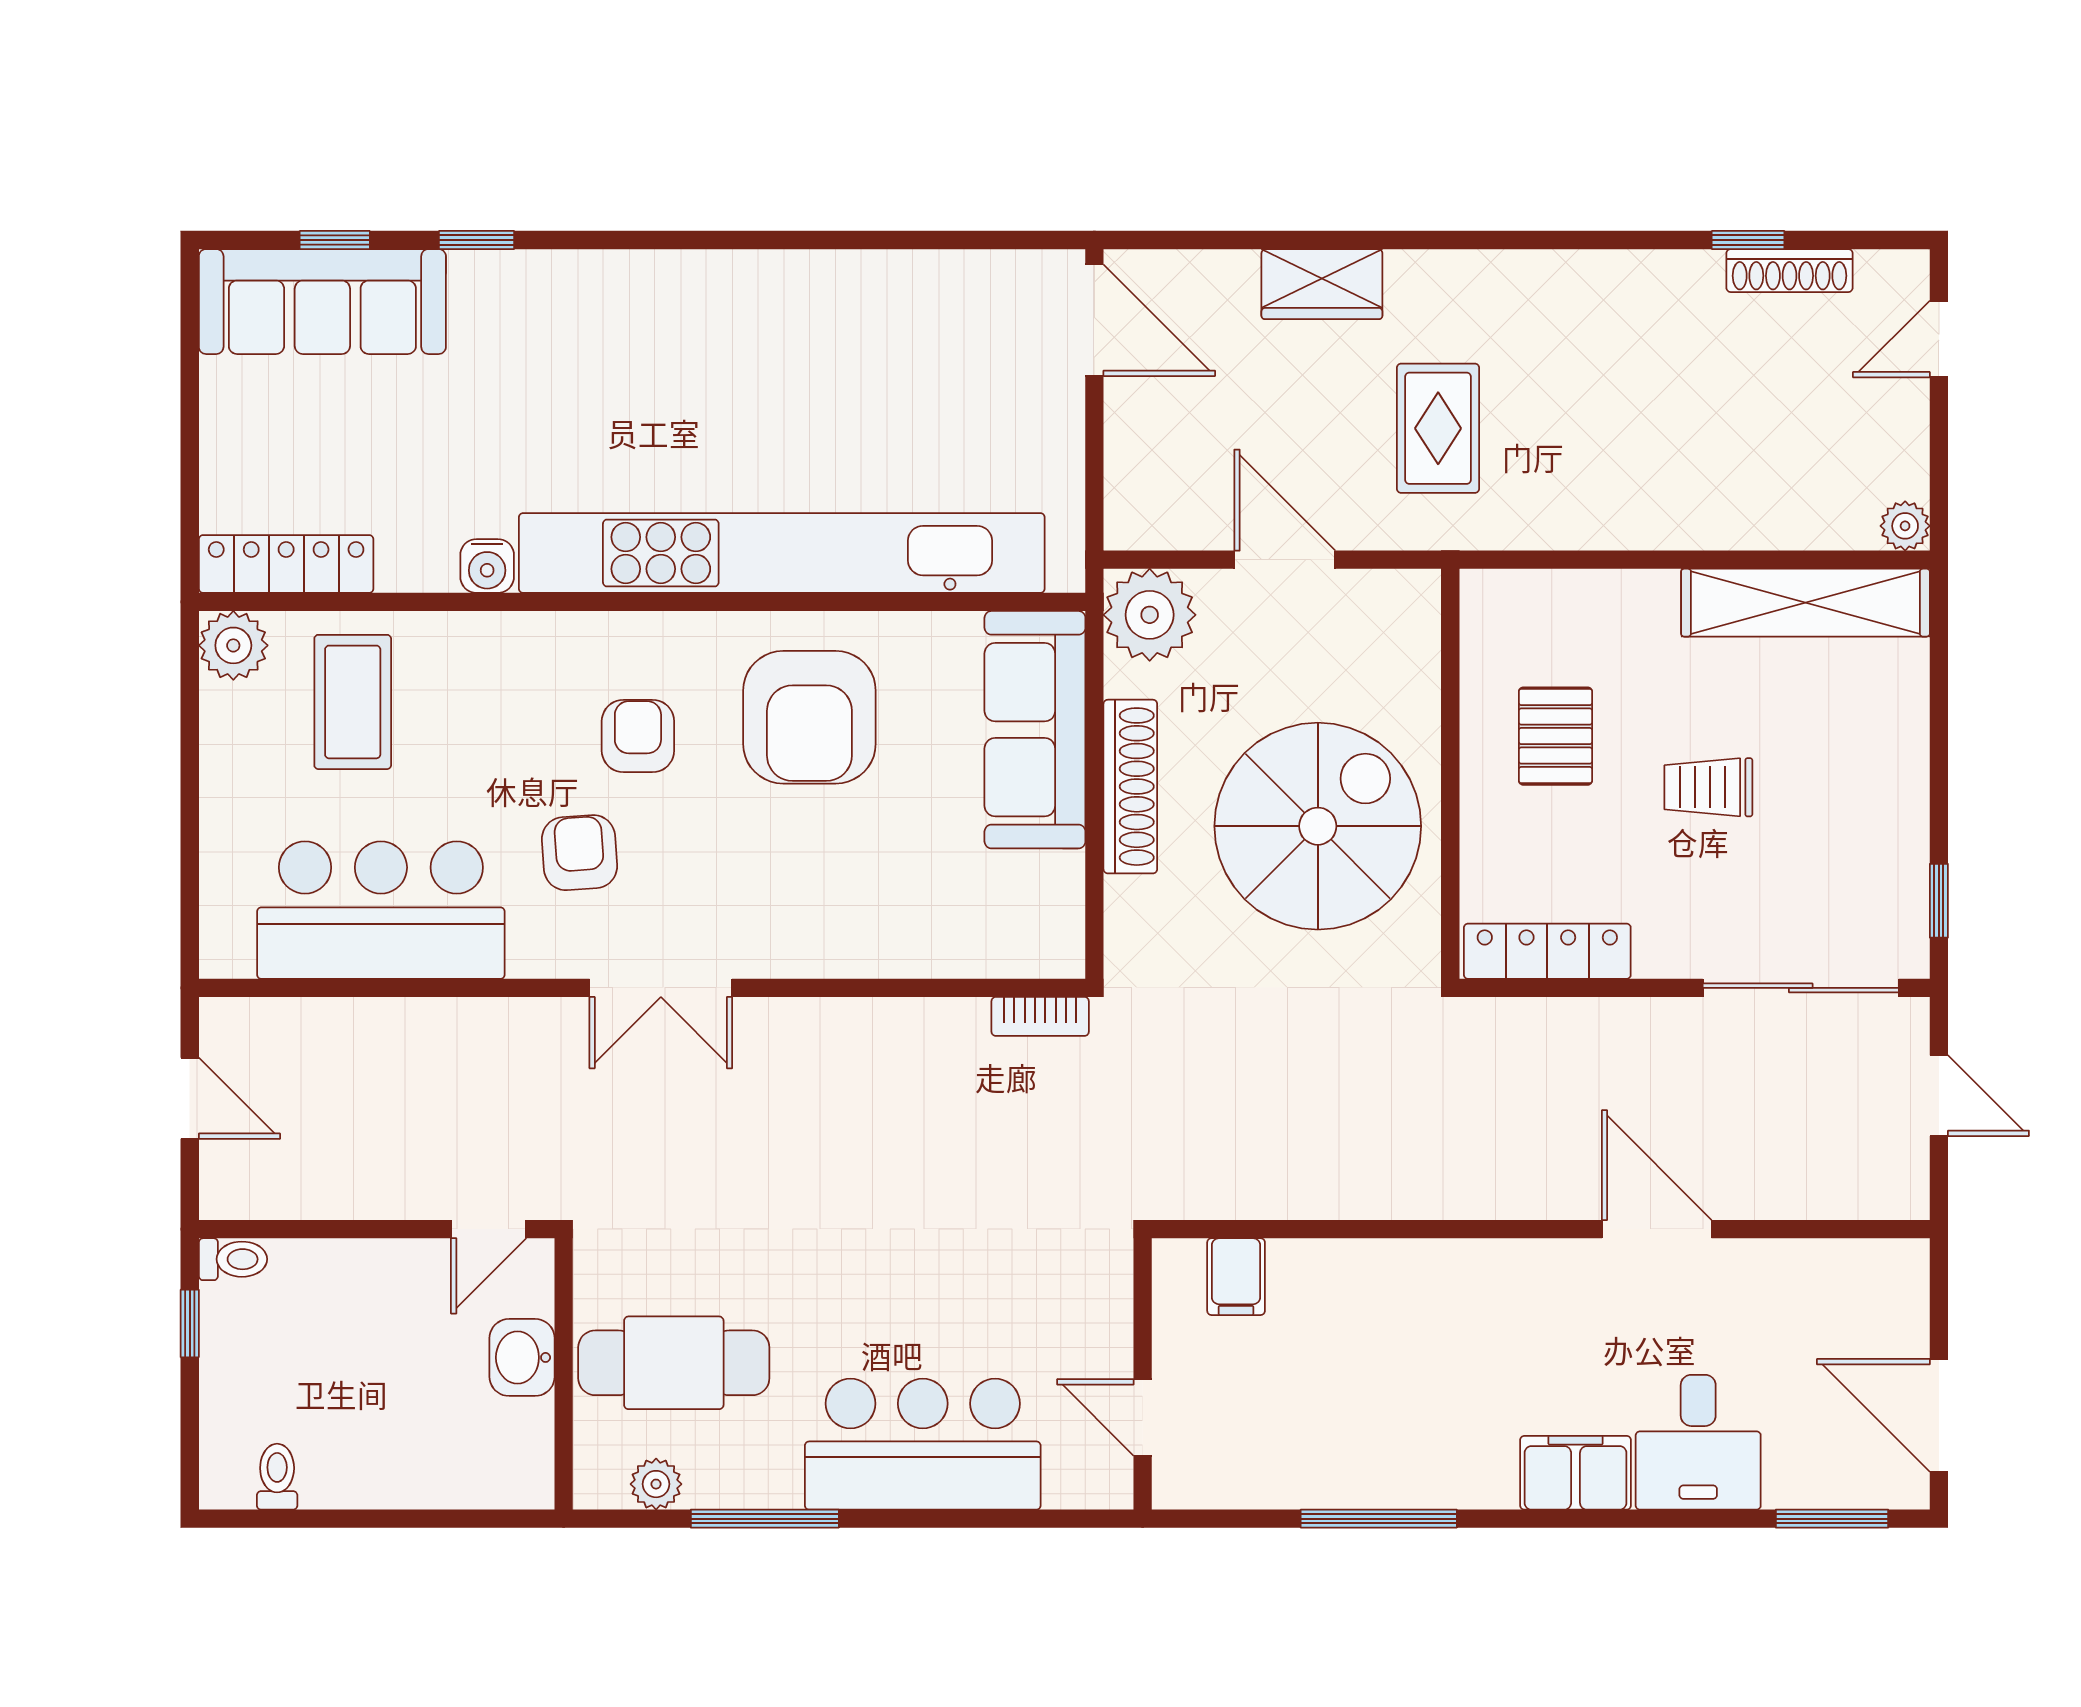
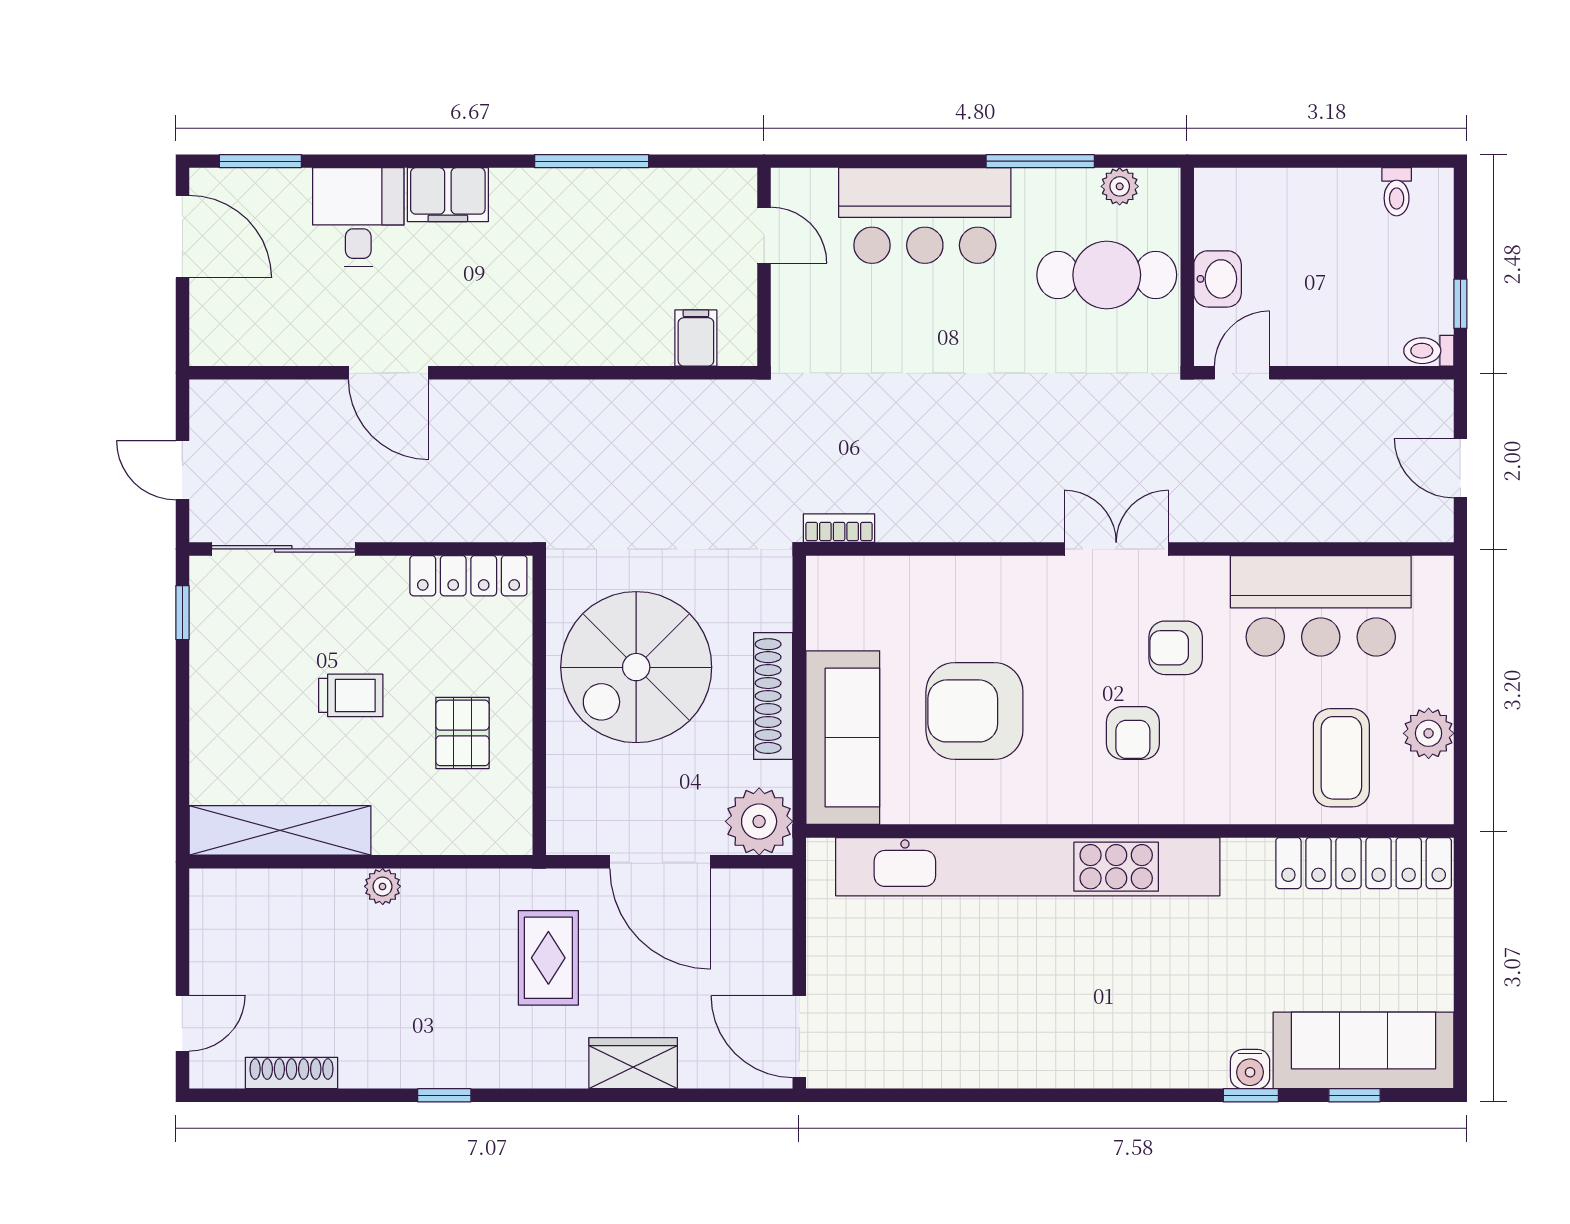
window: (1748, 240) -> (444, 1095), moved
plant: (1905, 526) -> (383, 886), moved
door: (1285, 560) -> (660, 862), width x1.36
locker: (286, 564) -> (1364, 863), width x1.41, depth x1.21
water cooler: (487, 566) -> (1250, 1069), moved, turned 180
plant: (233, 645) -> (1429, 733), moved
armchair: (809, 717) -> (974, 711), moved, turned -90
armchair: (580, 853) -> (1176, 648), turned 94

